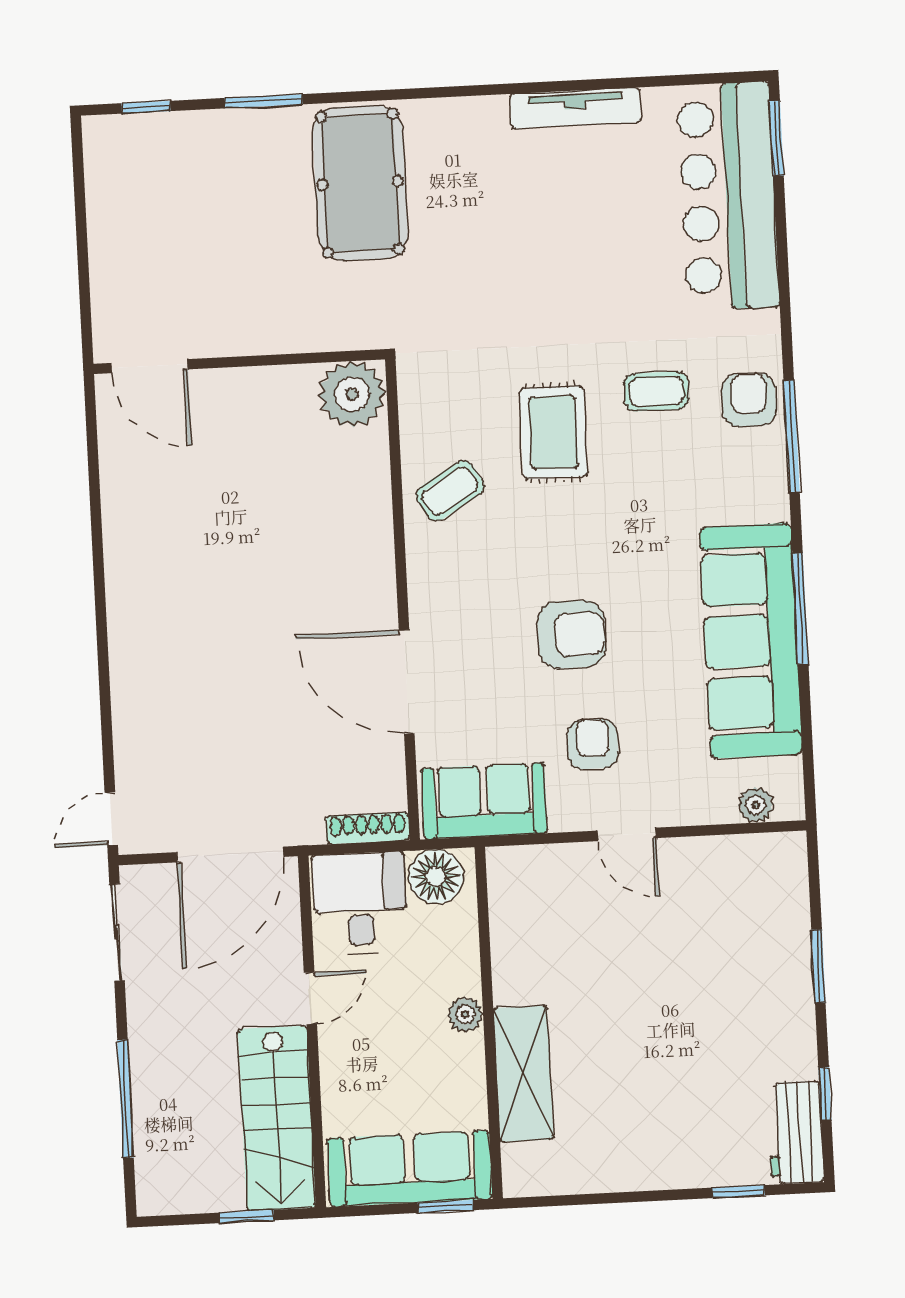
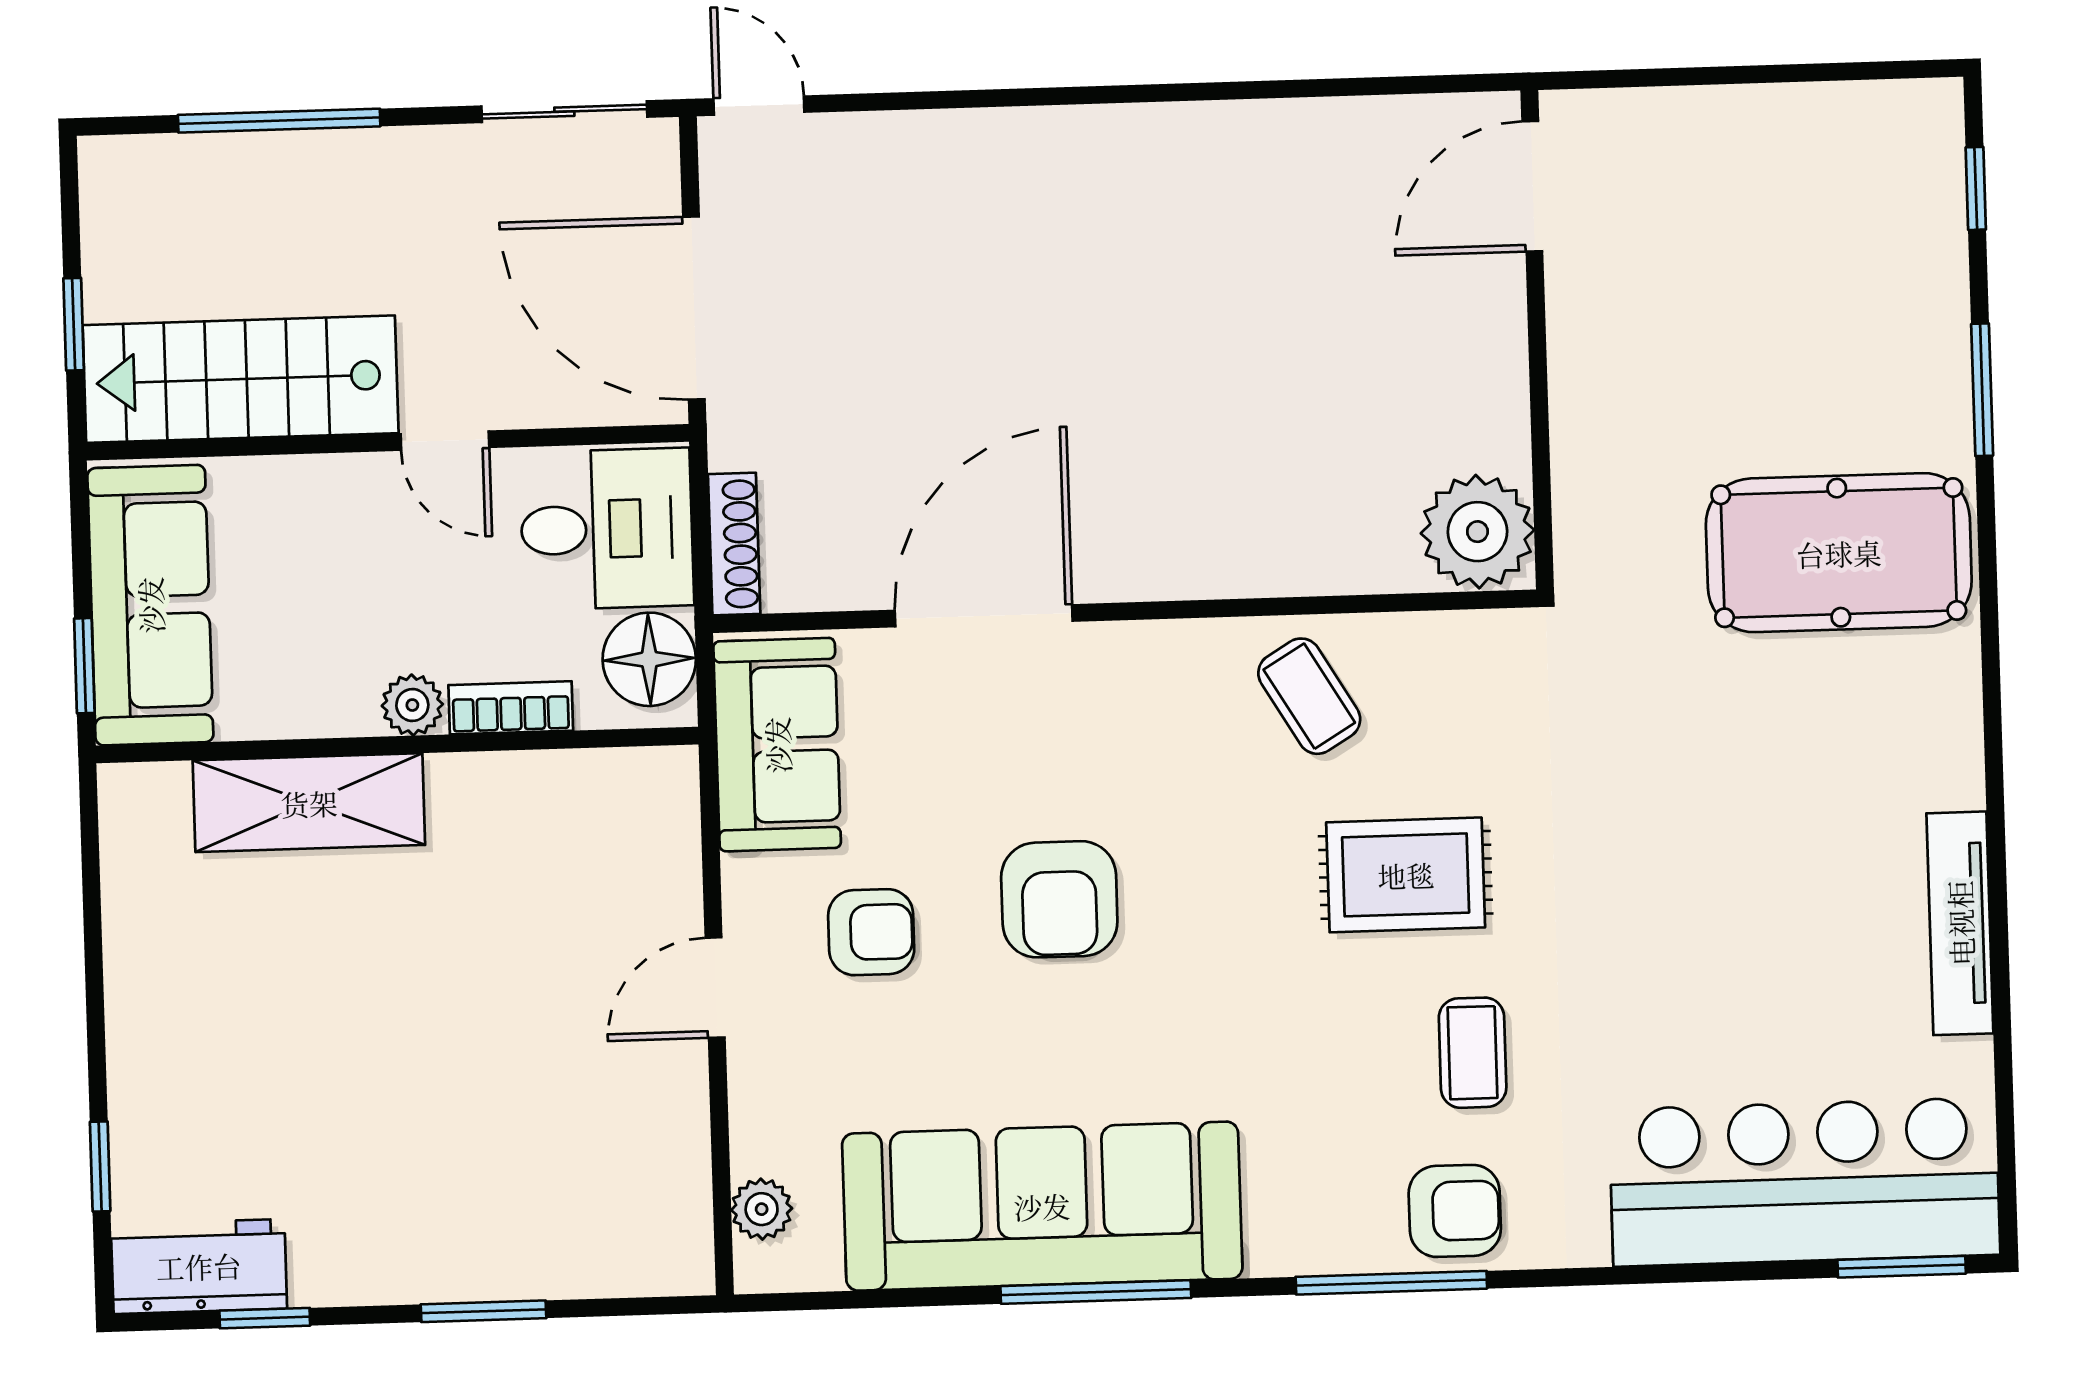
bookcase: (466, 957) -> (511, 708), added

